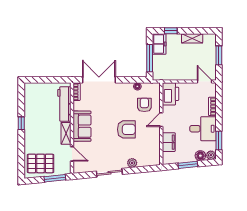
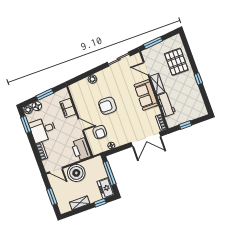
boiler: (184, 71) -> (76, 173), added
window: (52, 80) -> (185, 125), added
workbench: (64, 104) -> (166, 104), width x0.73
door: (161, 120) -> (81, 125), hinge flipped
pallet: (41, 163) -> (176, 62), moved, turned 90
sliding door: (109, 173) -> (119, 59), moved

